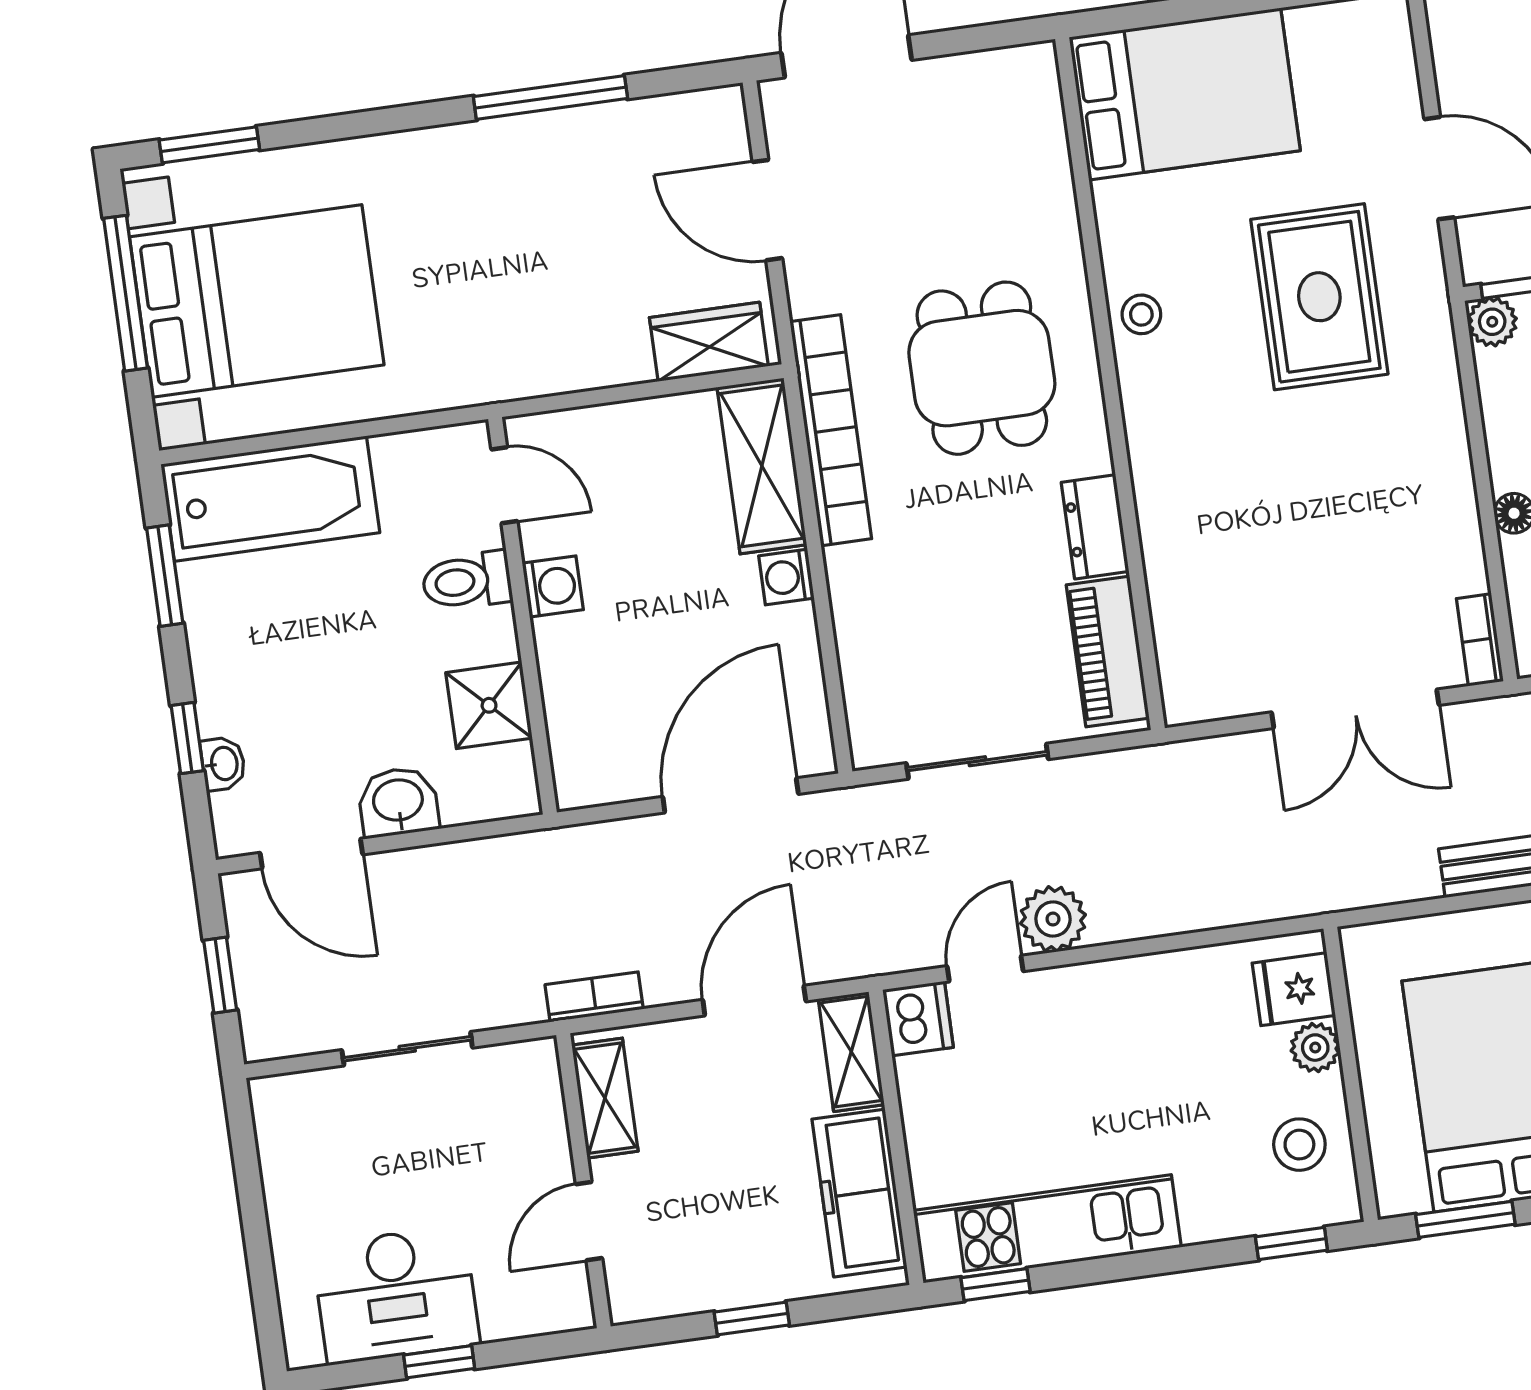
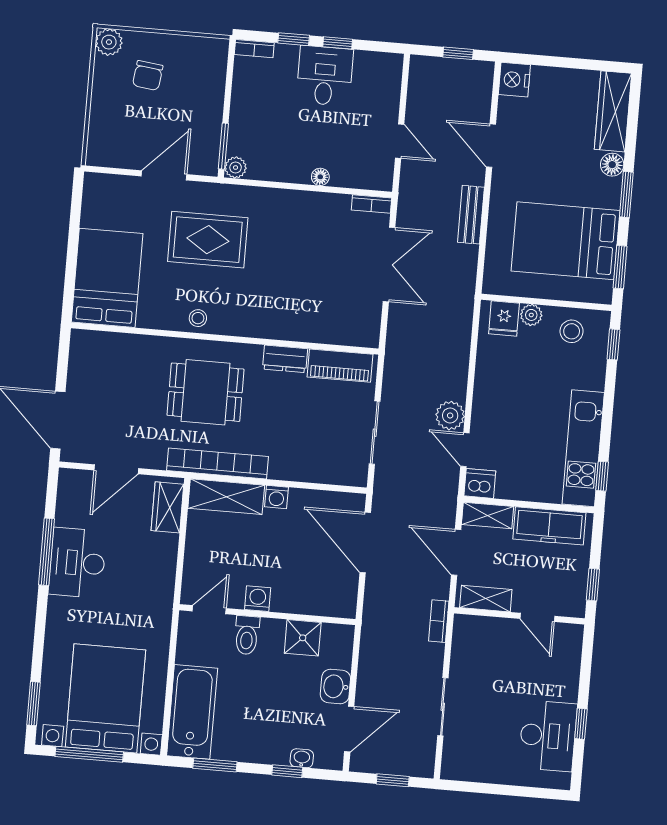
desk: (542, 171) -> (77, 563), added
shelving: (605, 1098) -> (486, 599), moved
wall: (583, 1181) -> (519, 616), moved
door: (589, 1221) -> (537, 617), moved

